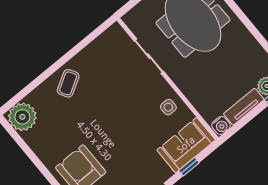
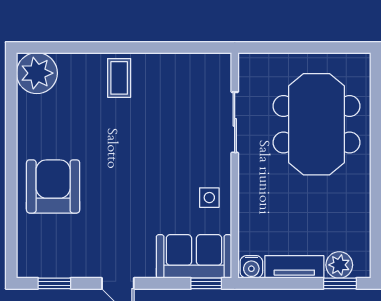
coffee table: (68, 83) -> (119, 78), turned -60
window: (189, 167) -> (206, 283), moved

